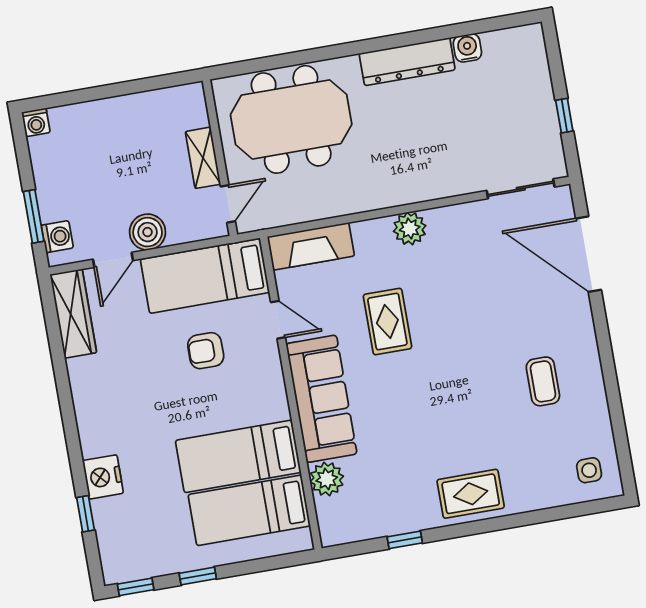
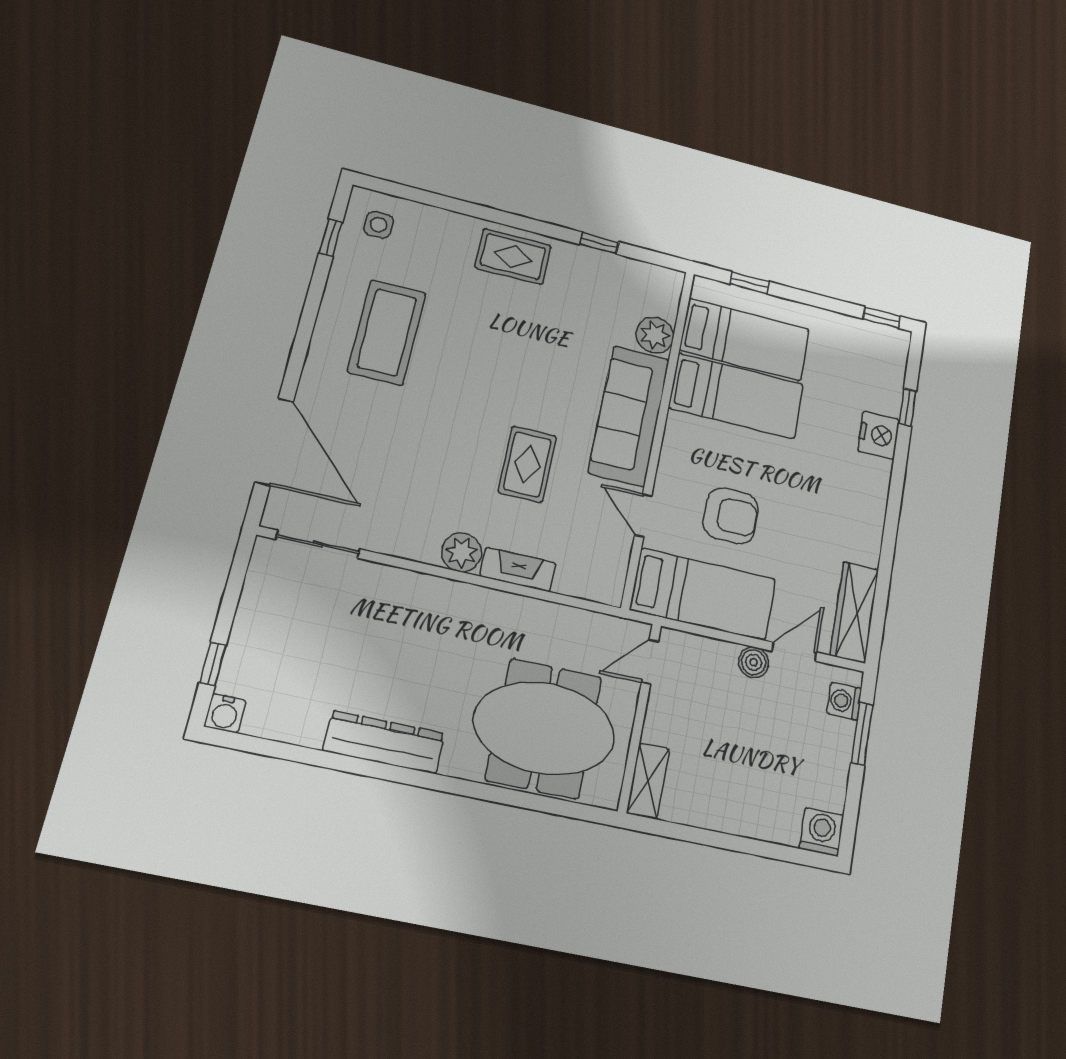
water cooler: (467, 48) -> (225, 713), moved
window: (564, 116) -> (213, 664), moved
washing machine: (36, 122) -> (822, 832), width x1.38, depth x1.38
shelving: (203, 158) -> (648, 781), moved
boiler: (148, 232) -> (754, 662), width x0.73, depth x0.73
fireplace: (311, 246) -> (518, 570), moved, width x0.73, depth x0.76
armchair: (206, 351) -> (731, 516), width x1.38, depth x1.38
coffee table: (543, 381) -> (387, 332), width x1.86, depth x1.72
window: (621, 441) -> (331, 238), added
window: (198, 576) -> (749, 283), moved

